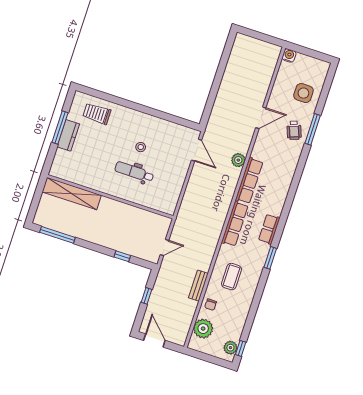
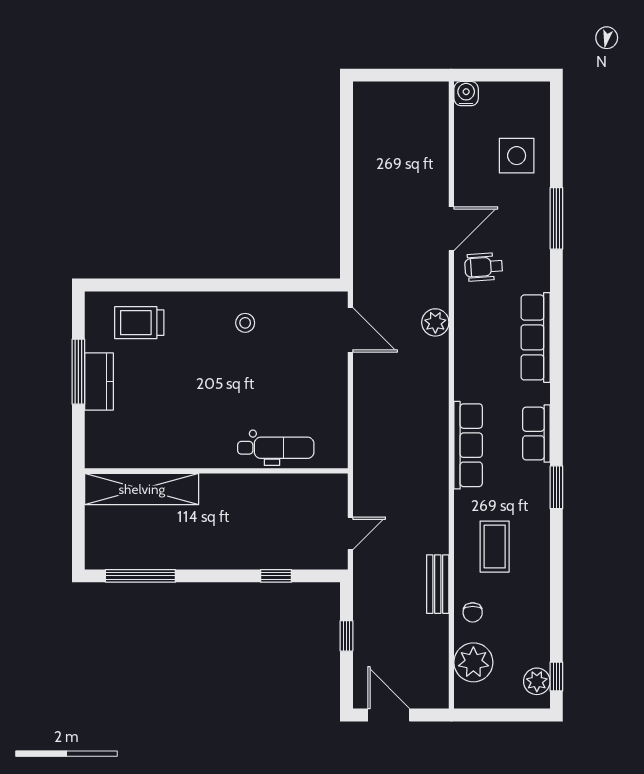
wheelchair: (294, 130) -> (484, 267), moved, turned 107
stool: (141, 147) -> (245, 323), moved
dental chair: (134, 172) -> (276, 448), moved, turned 180
row of seats: (249, 181) -> (536, 337), moved, turned 180

